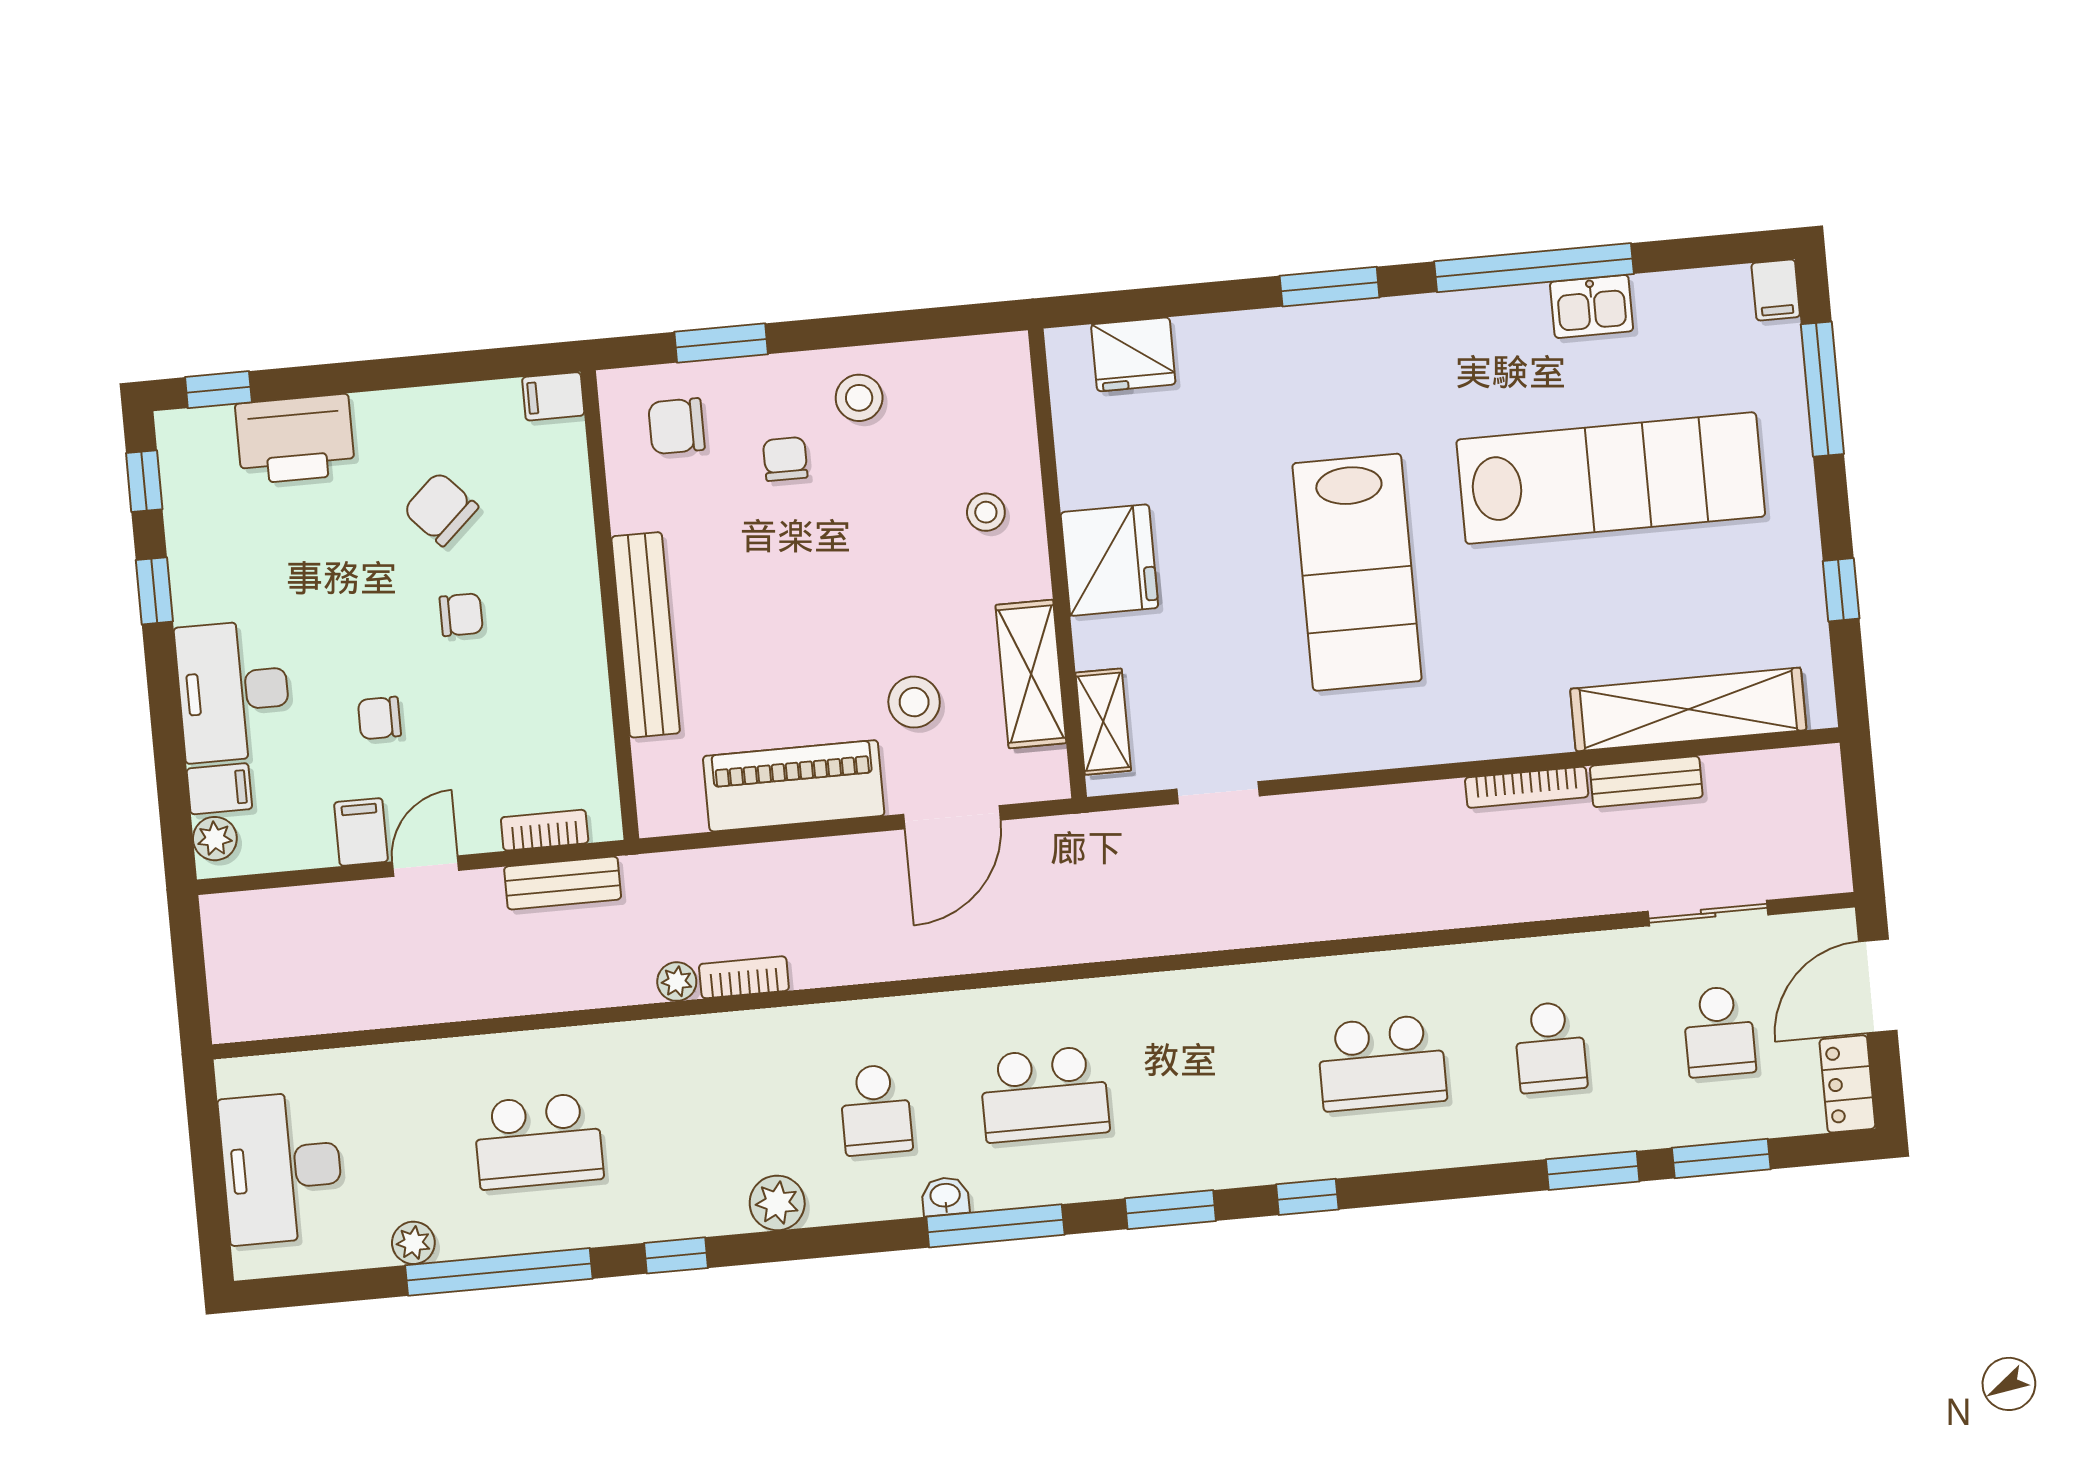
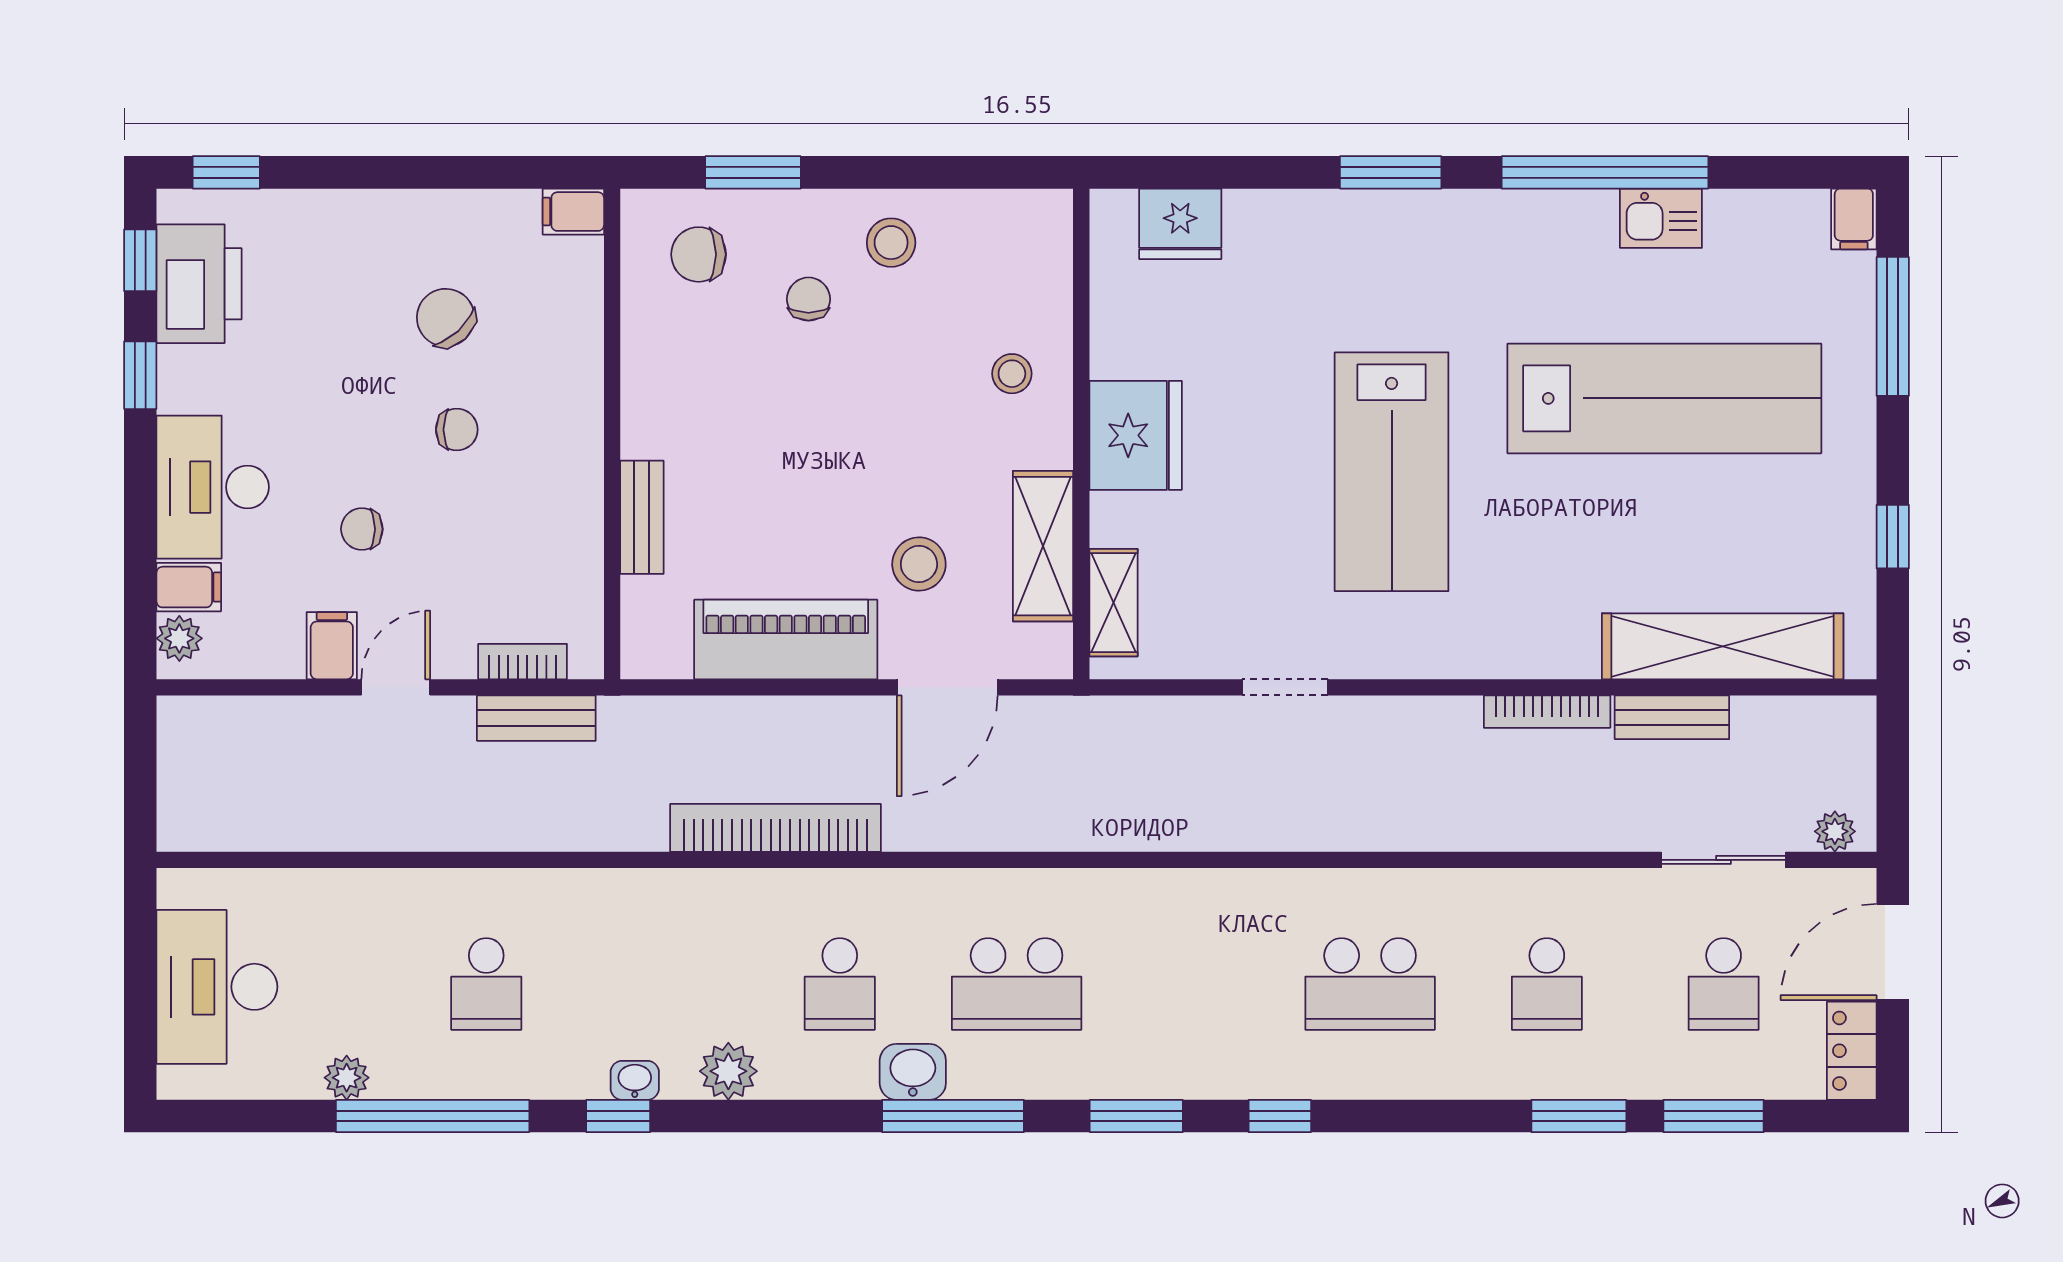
printer: (295, 439) -> (199, 284), moved, turned -90
bench: (646, 635) -> (642, 517), width x0.54, depth x0.82
doorway: (1218, 793) -> (1285, 687), moved
bookcase: (744, 977) -> (775, 828), width x2.31, depth x1.31
plant: (677, 982) -> (1835, 831), moved
school desk: (538, 1141) -> (486, 984), width x0.54
washbasin: (945, 1196) -> (913, 1072), width x1.38, depth x1.45
washbasin: (689, 1220) -> (635, 1080), added

